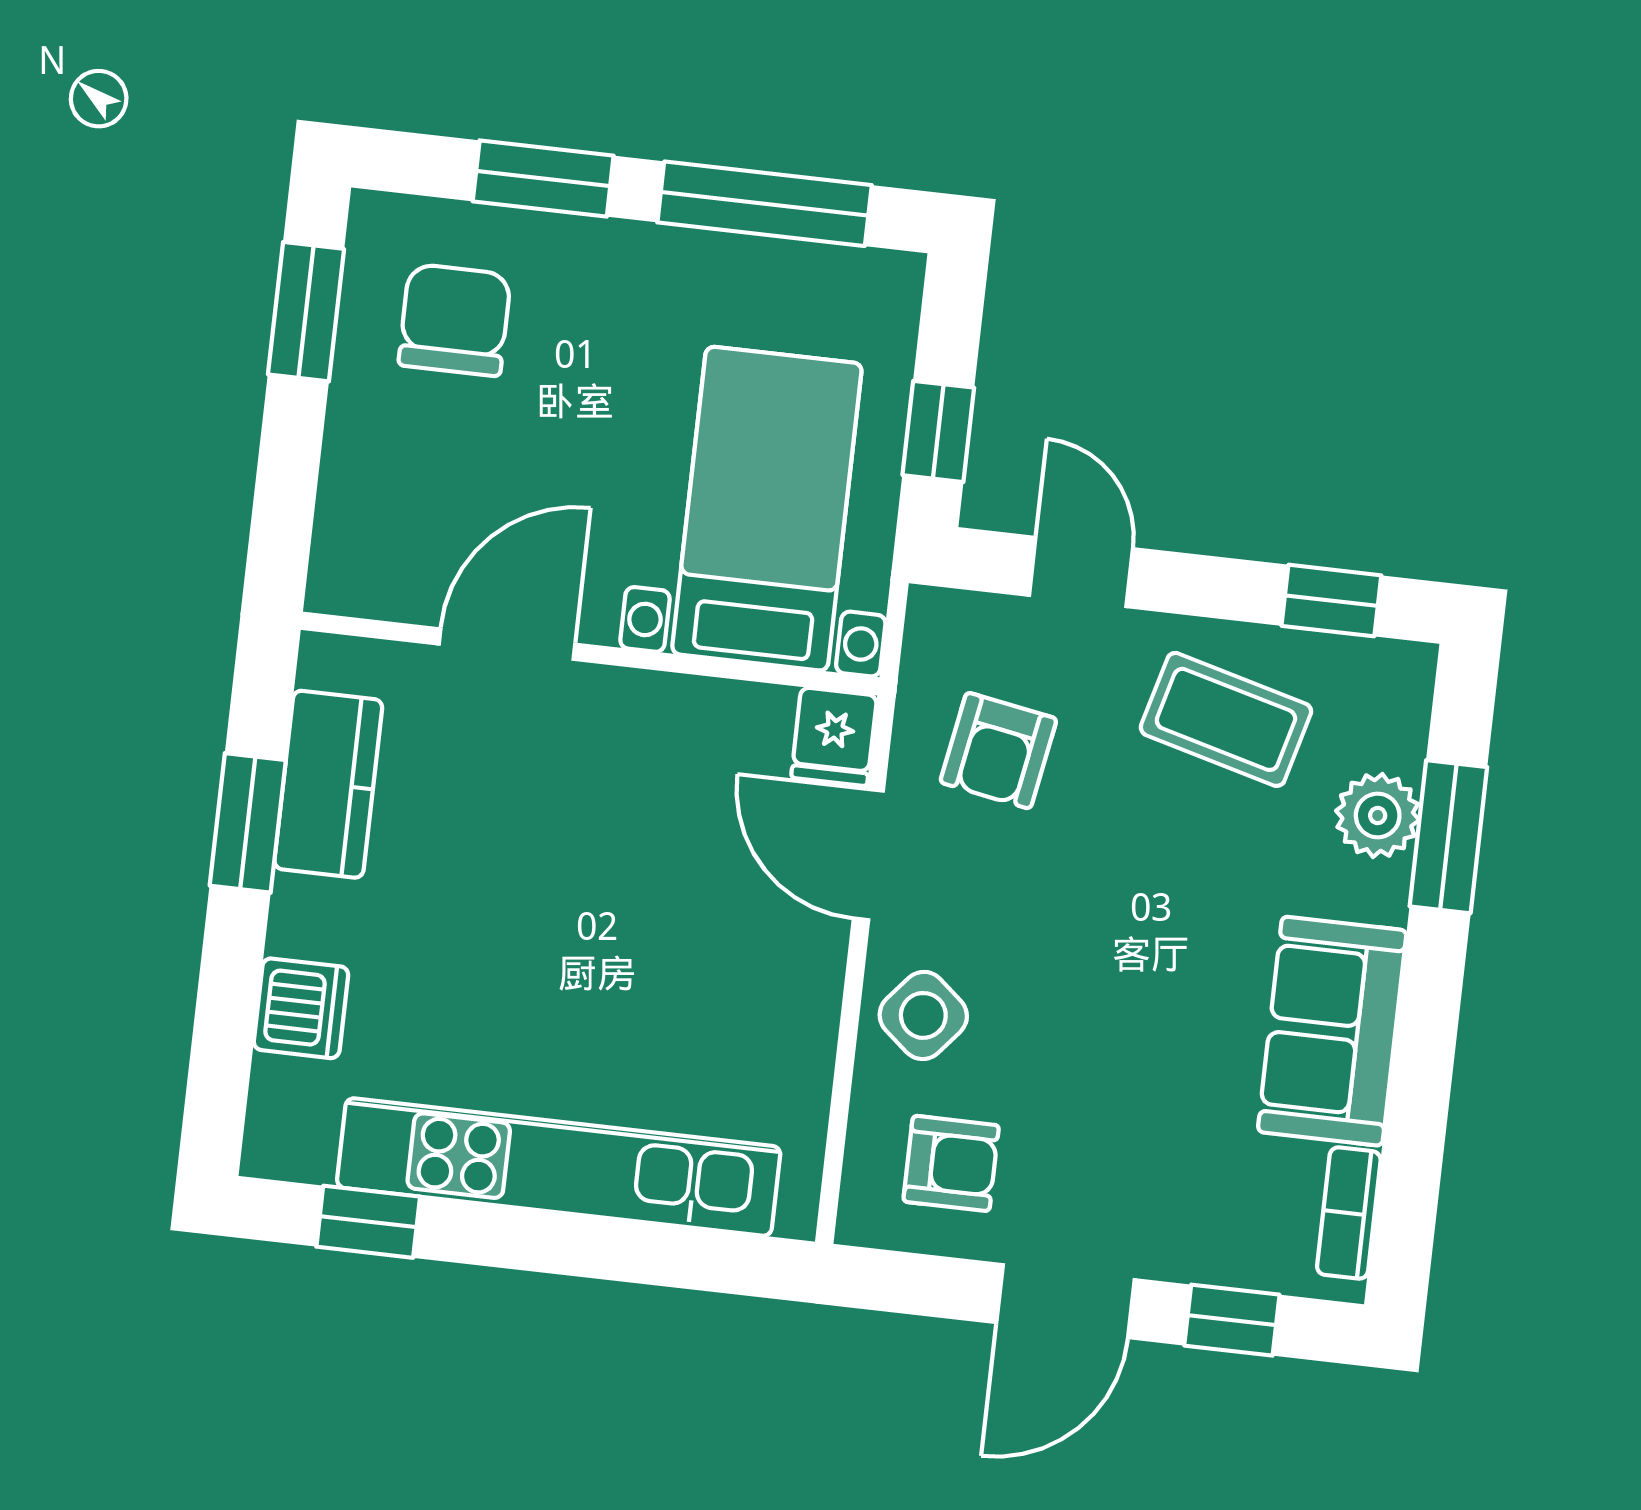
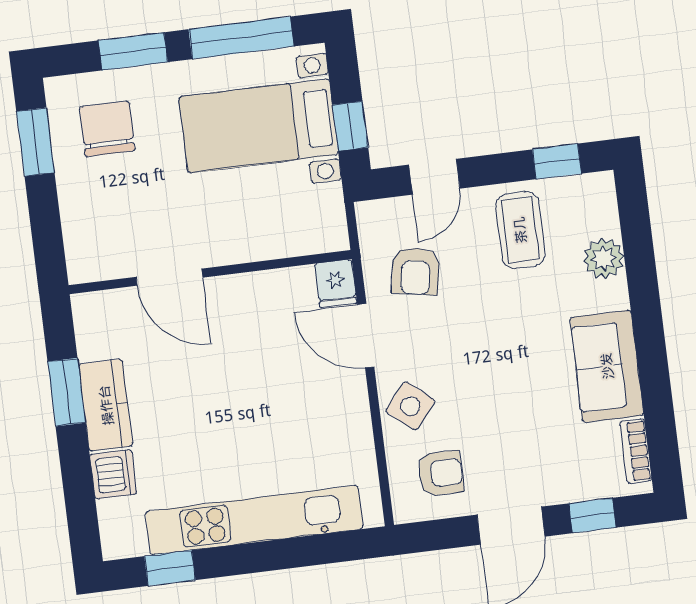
bed with nightstands: (767, 509) -> (259, 126), moved, turned -90
door: (1081, 572) -> (434, 177), swing flipped
door: (507, 644) -> (169, 277), swing flipped
coffee table: (1226, 719) -> (520, 230), turned 75
kitchen counter: (328, 784) -> (106, 405), moved
window: (1448, 837) -> (640, 260), removed

